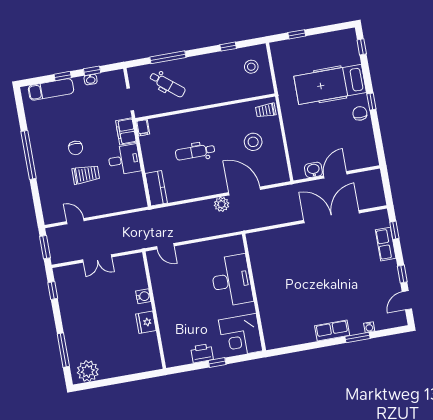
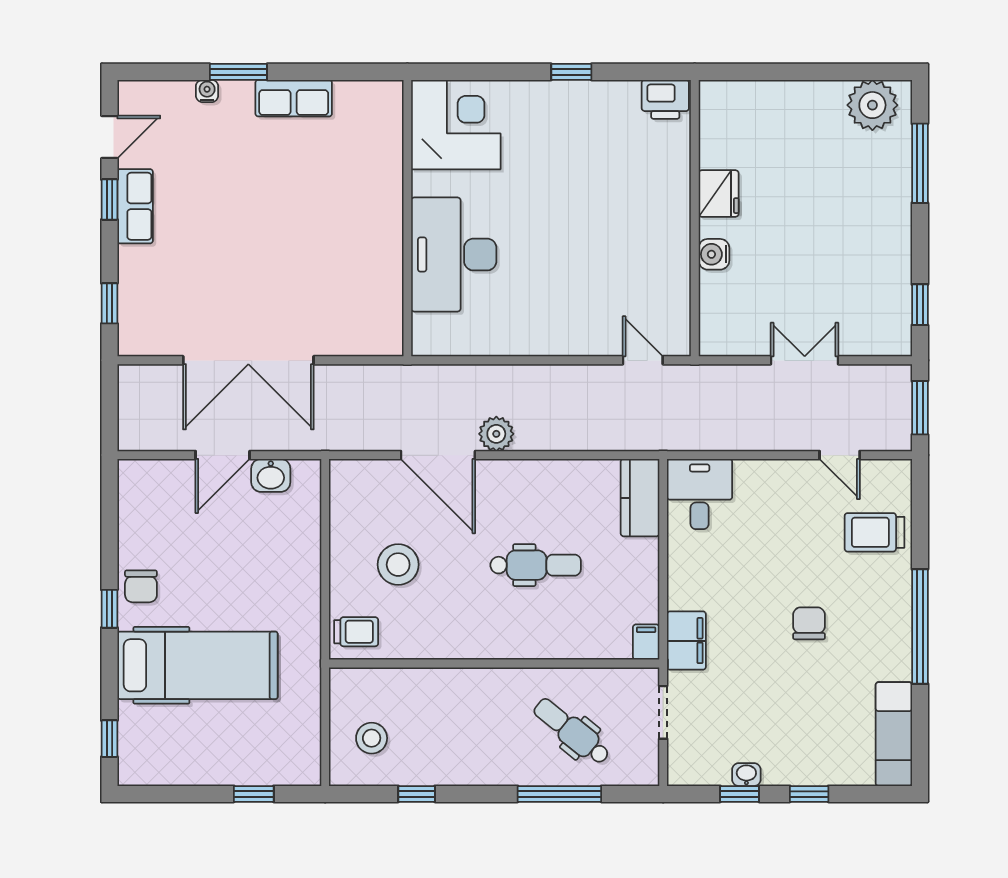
exam couch: (51, 89) -> (894, 734), moved, turned -90
desk: (124, 160) -> (700, 494), moved, turned 90
trolley: (86, 174) -> (875, 532), moved
row of seats: (386, 244) -> (135, 206), moved
desk: (232, 280) -> (454, 255), moved
wall: (254, 292) -> (407, 218), moved
corner desk: (241, 335) -> (456, 125), moved
printer: (202, 353) -> (665, 99), moved

